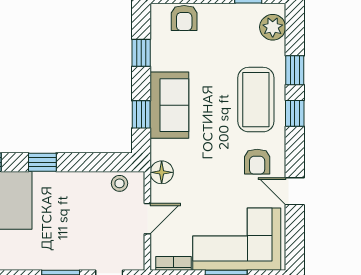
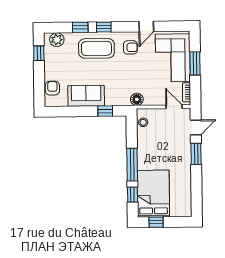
armchair: (184, 18) -> (52, 88), turned -90
window: (141, 53) -> (72, 111), removed
sofa: (169, 105) -> (86, 96), moved
window: (42, 162) -> (132, 165), width x2.17
door: (147, 219) -> (174, 107), moved

